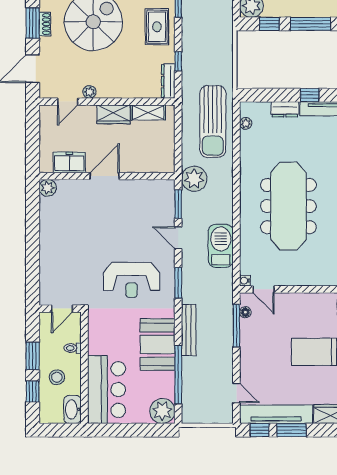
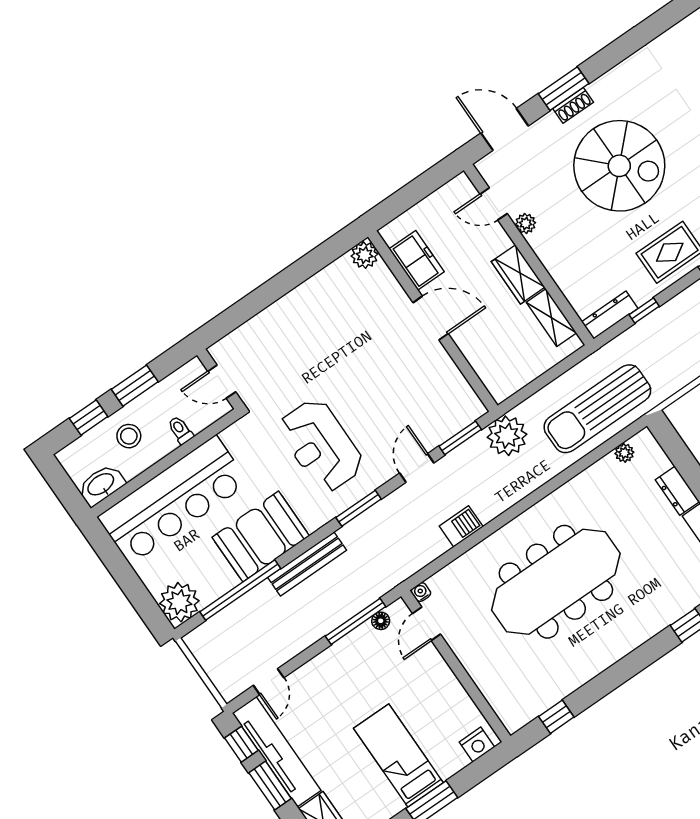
barbecue: (221, 246) -> (461, 526), width x0.53, depth x0.65
bar counter: (107, 390) -> (173, 500), width x1.36

